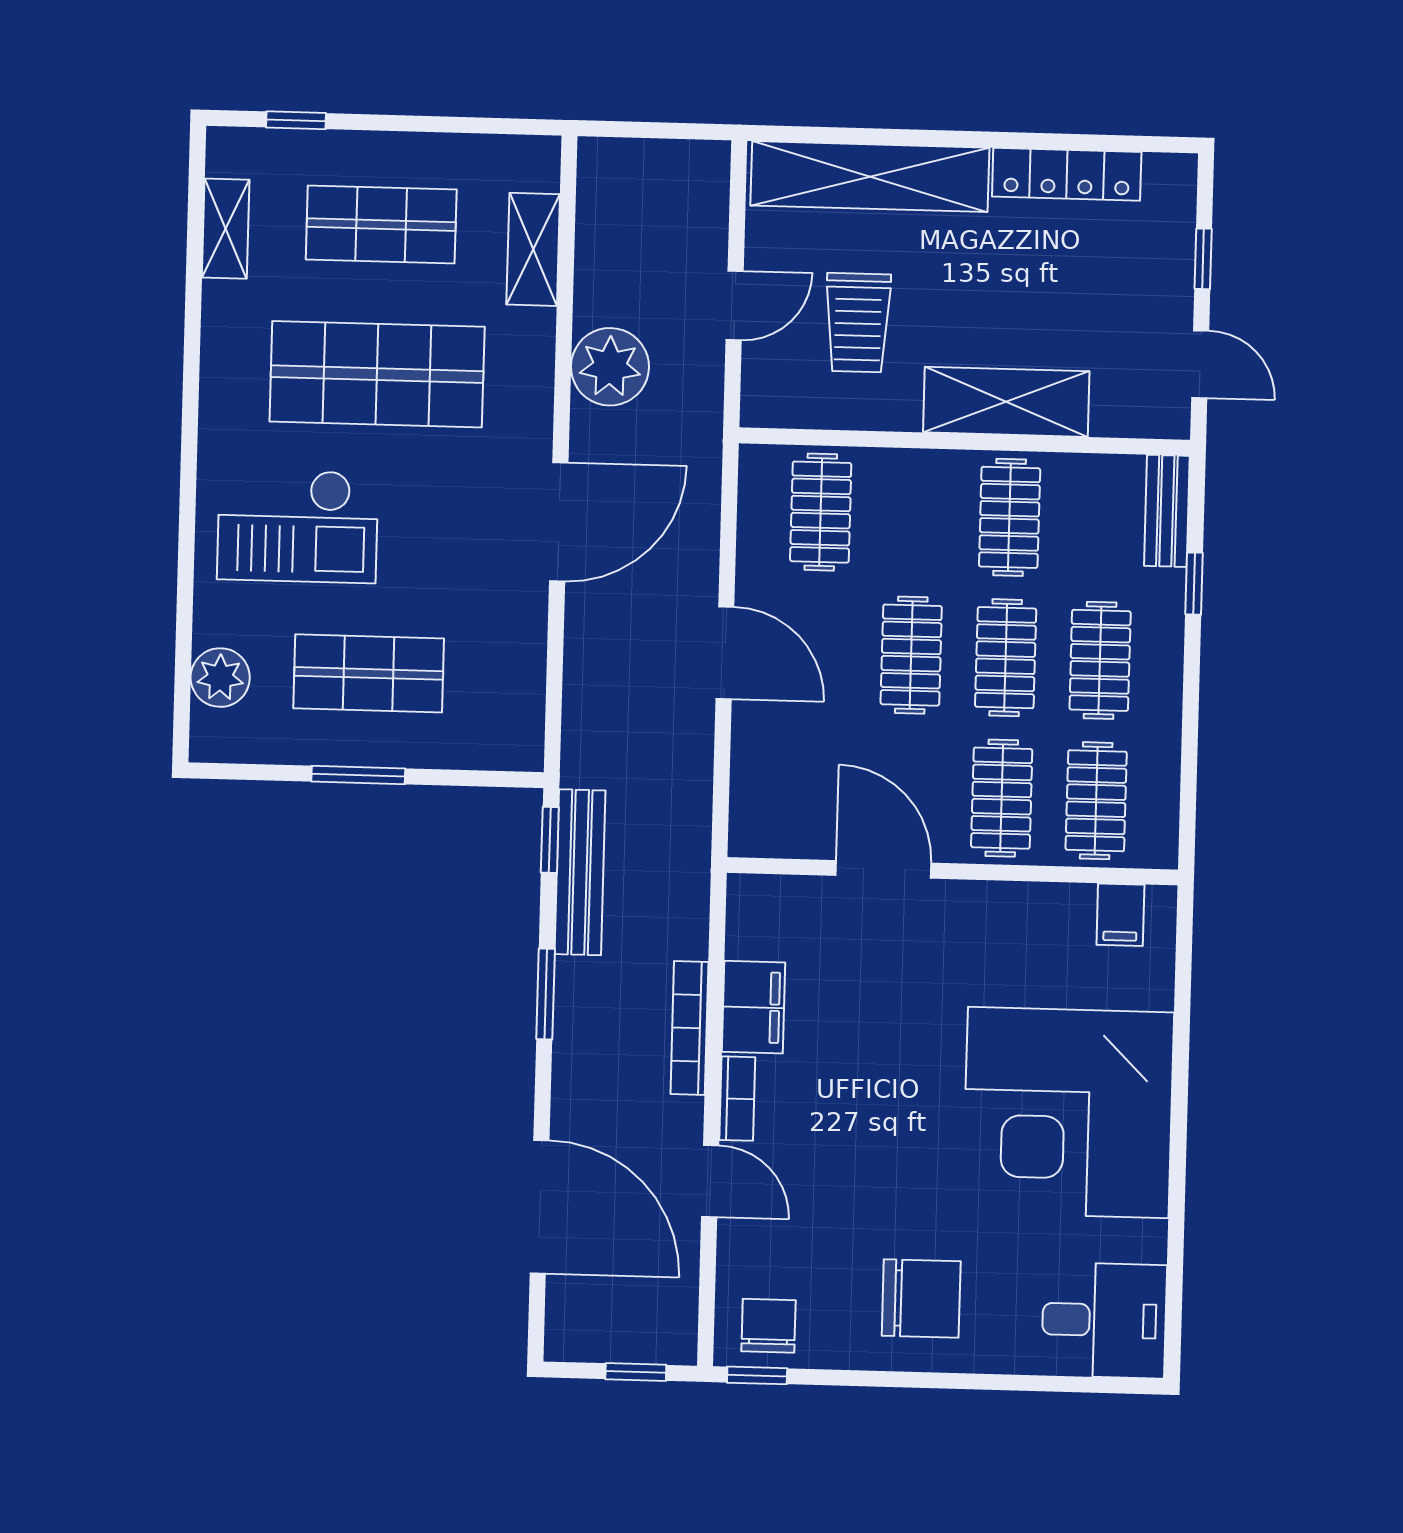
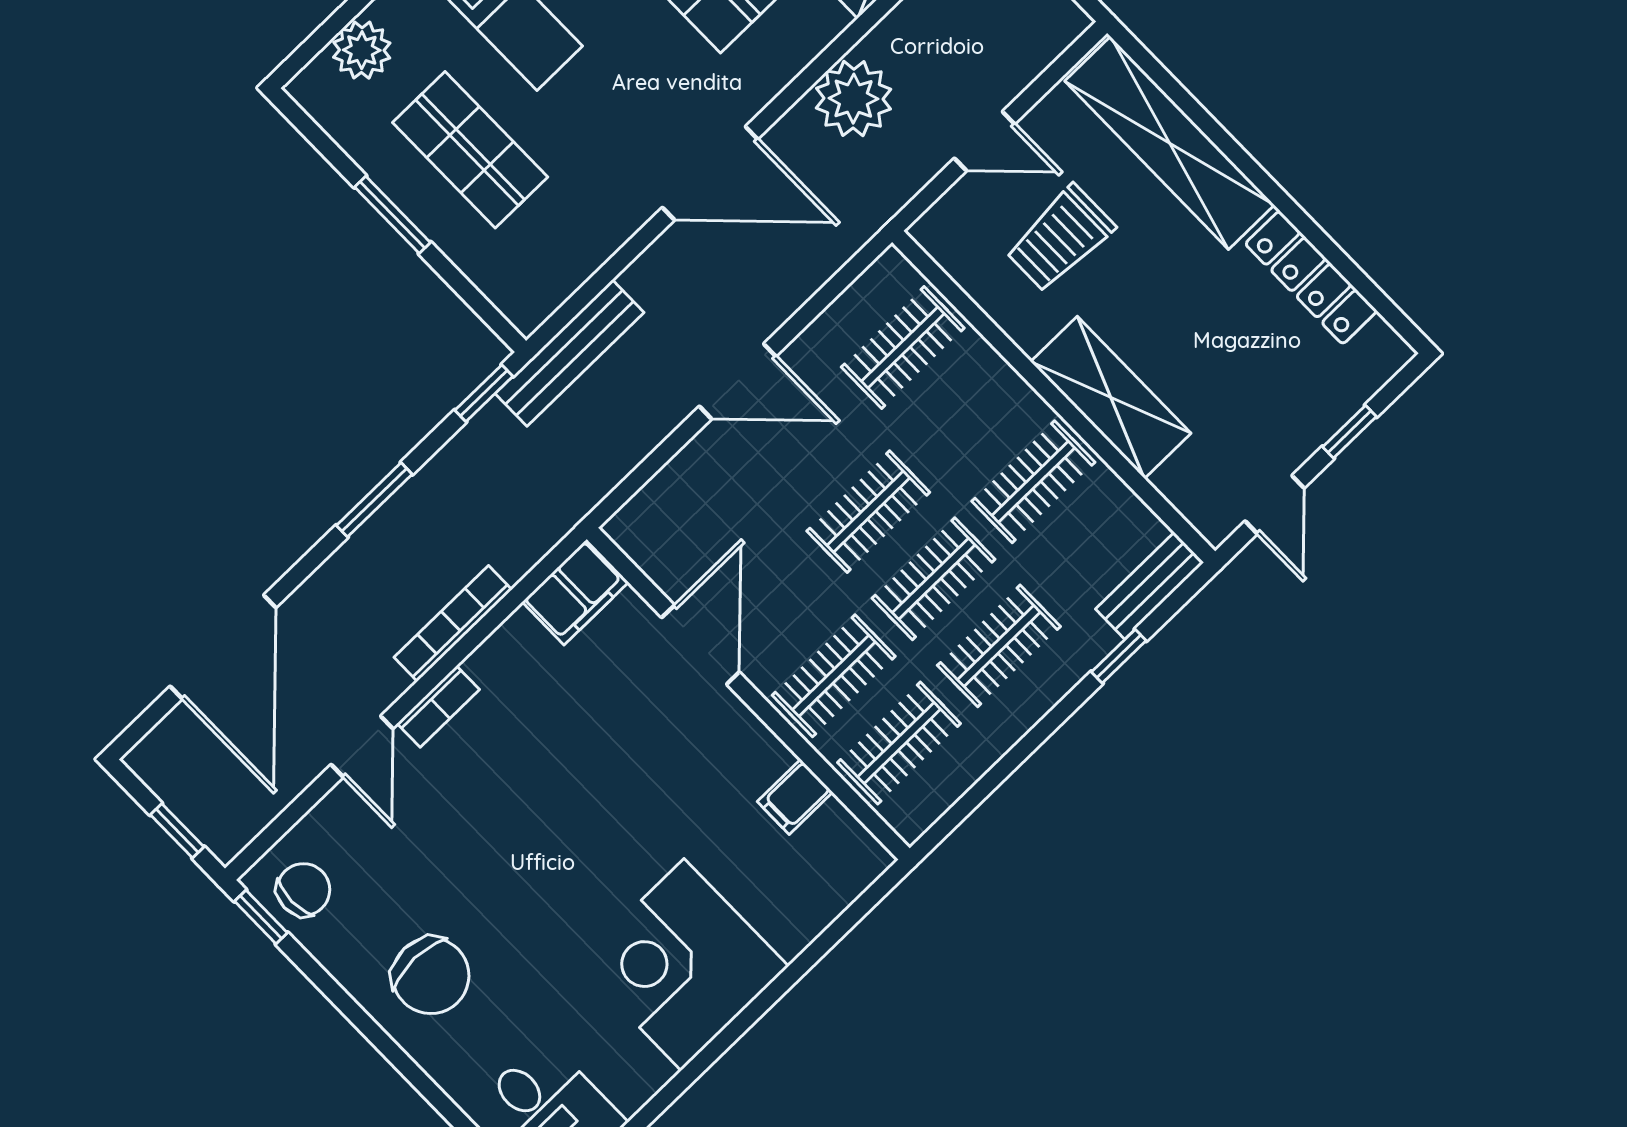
door: (725, 653) -> (738, 381), hinge flipped
bench: (580, 872) -> (569, 353), moved
filing cabinet: (1120, 915) -> (795, 797), moved
filing cabinet: (753, 1007) -> (575, 592), moved
corner desk: (1068, 1113) -> (683, 965), width x0.74, depth x0.74

